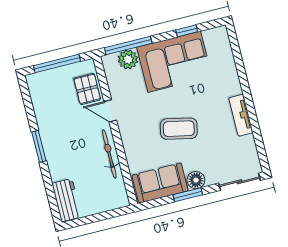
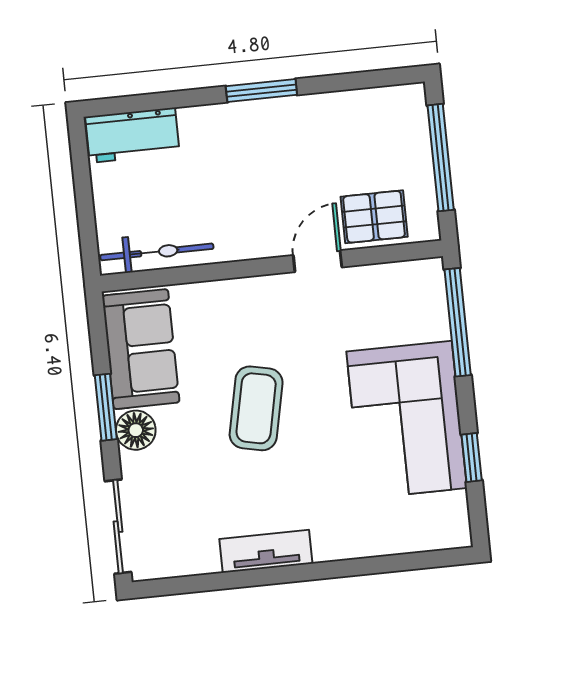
plant: (128, 59) -> (427, 317), removed
bicycle: (109, 154) -> (157, 252), moved

